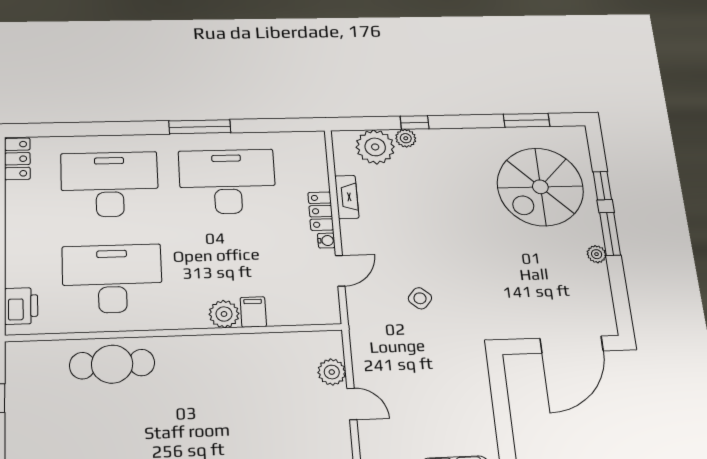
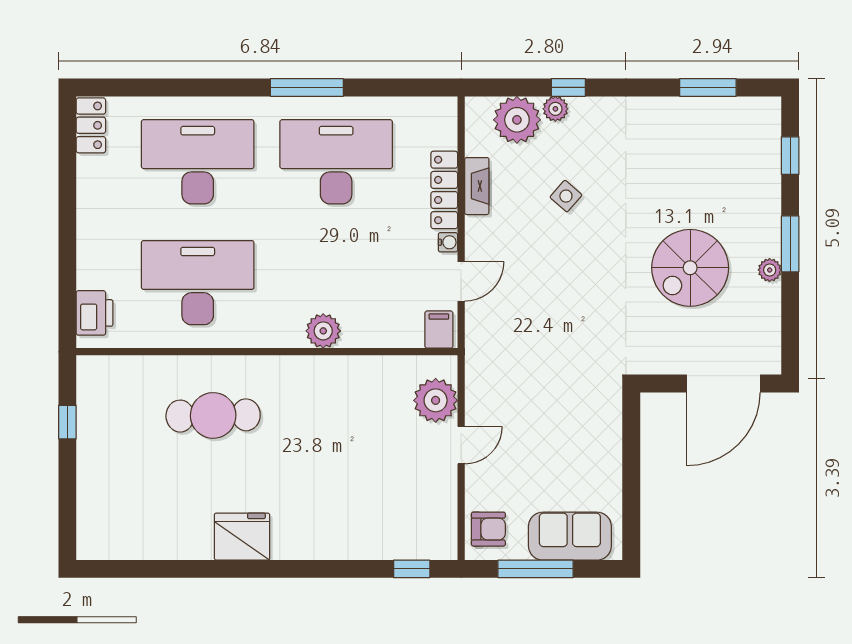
window: (602, 186) -> (790, 156), moved
spiral stairs: (540, 187) -> (690, 268), moved, width x0.73, depth x0.73
locker: (321, 211) -> (444, 190), width x1.53
side table: (420, 298) -> (566, 196), moved
filing cabinet: (253, 312) -> (439, 330), moved
cafe table: (112, 364) -> (213, 415), moved
plant: (332, 372) -> (436, 400), width x1.36, depth x1.36
door: (352, 404) -> (461, 445), hinge flipped

